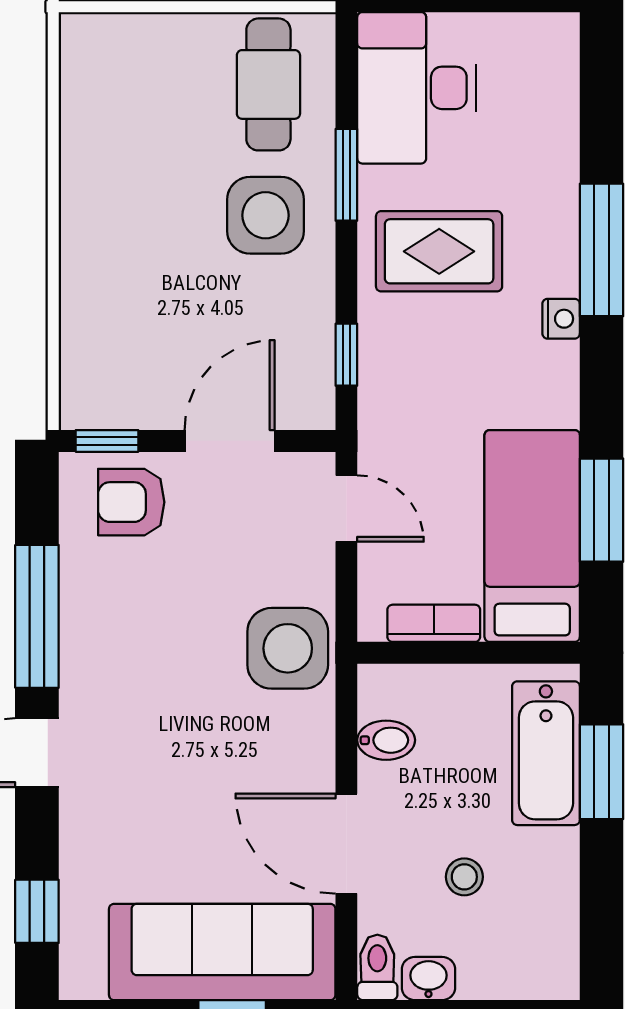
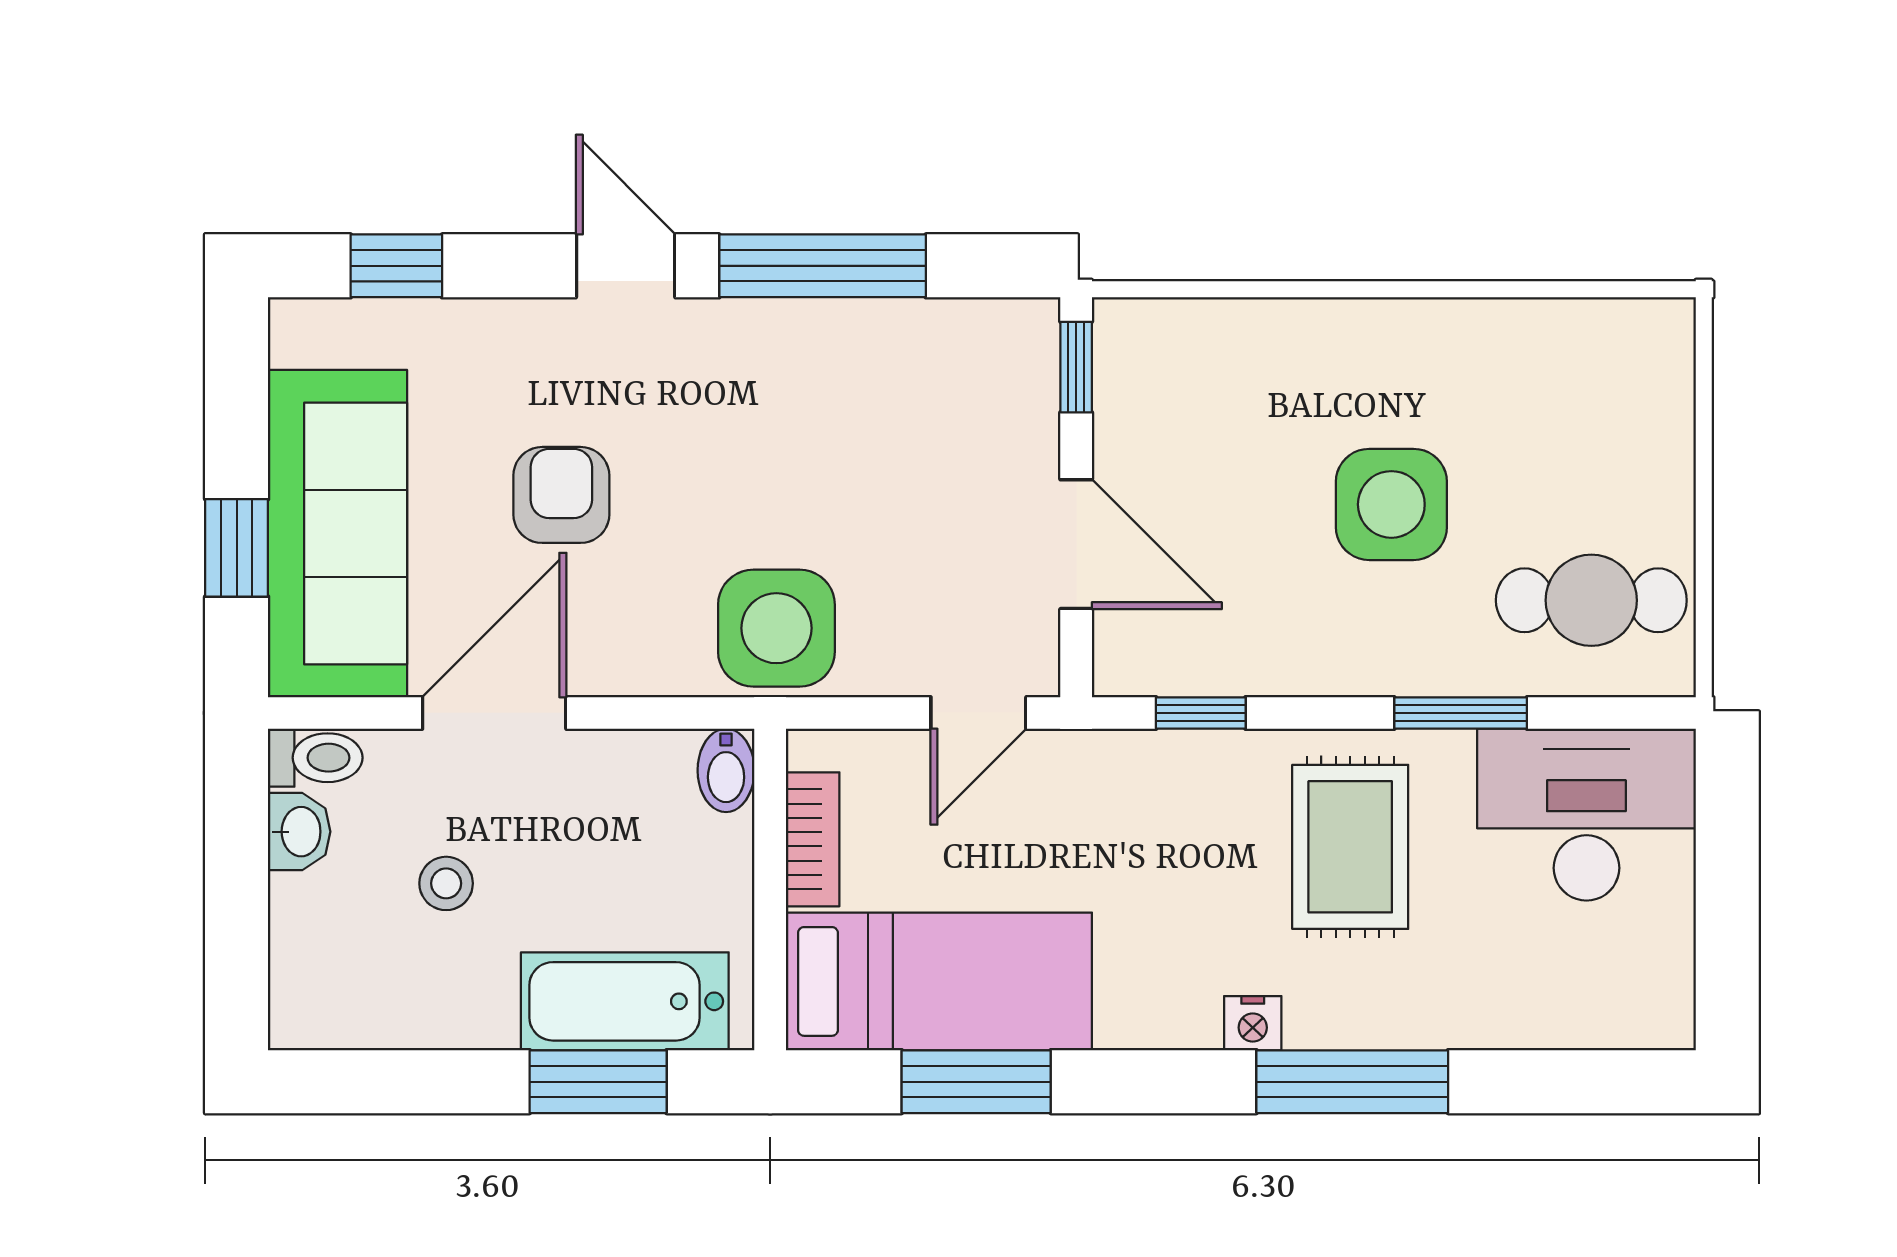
side table: (266, 215) -> (1391, 504), moved
armchair: (131, 502) -> (561, 495), moved
bidet: (386, 740) -> (726, 770), moved

